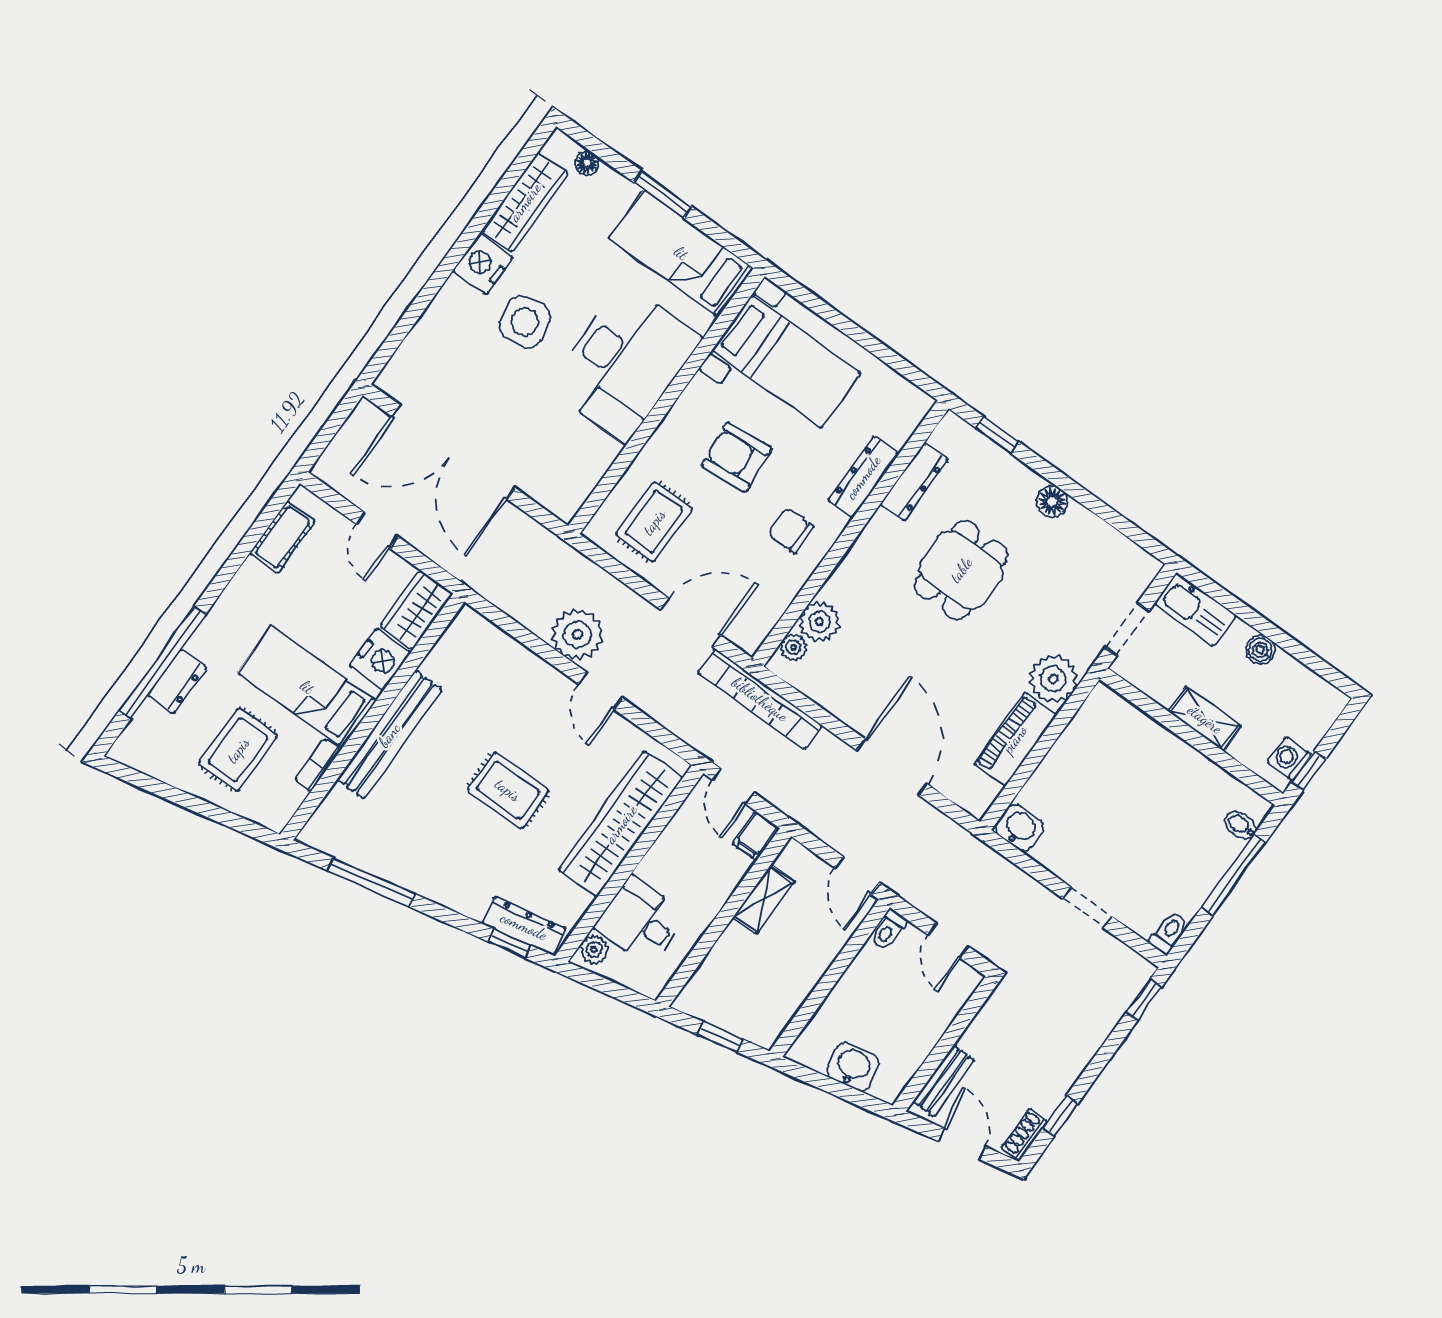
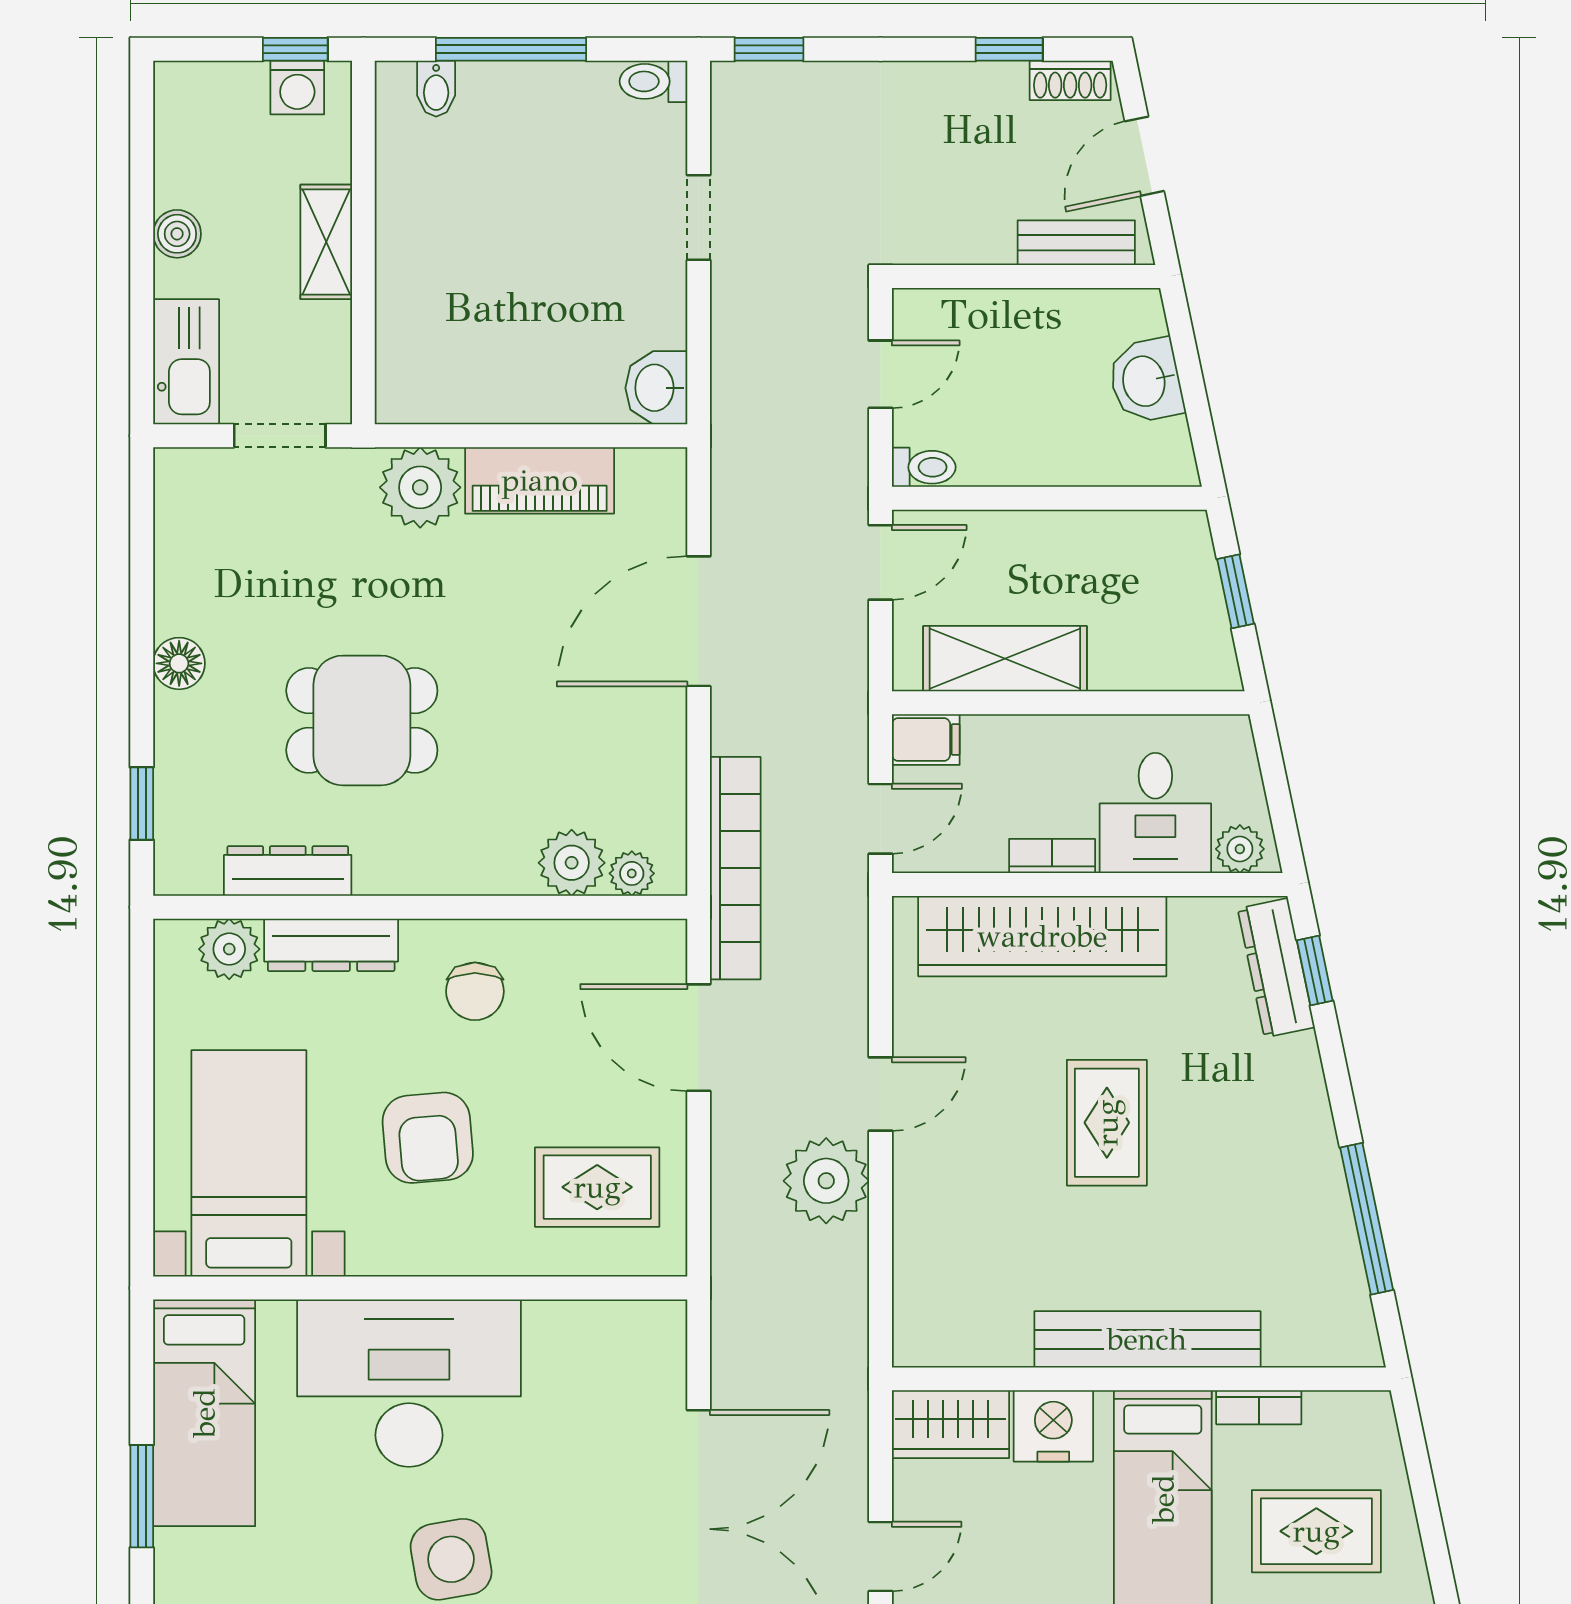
plant: (897, 427) -> (229, 949), added
bookcase: (656, 856) -> (1052, 856), added
shelving: (764, 899) -> (1005, 659), width x1.50, depth x1.33

